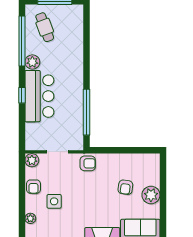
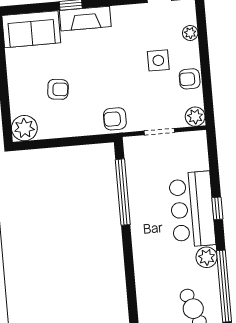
armchair: (34, 187) -> (190, 79), turned -90
armchair: (125, 187) -> (58, 89), turned 89
plant: (151, 195) -> (24, 128), moved

